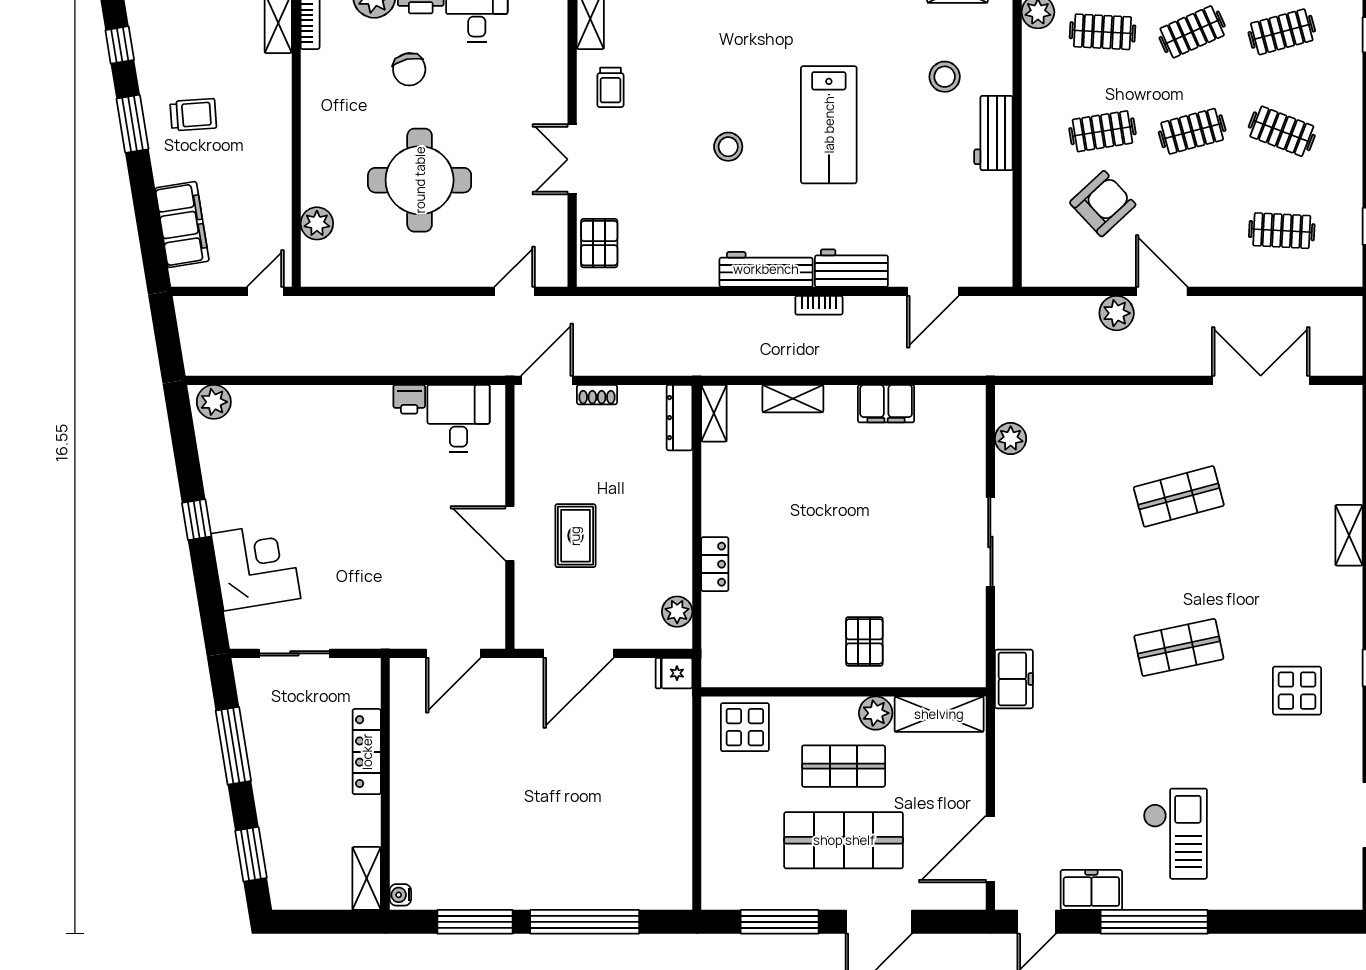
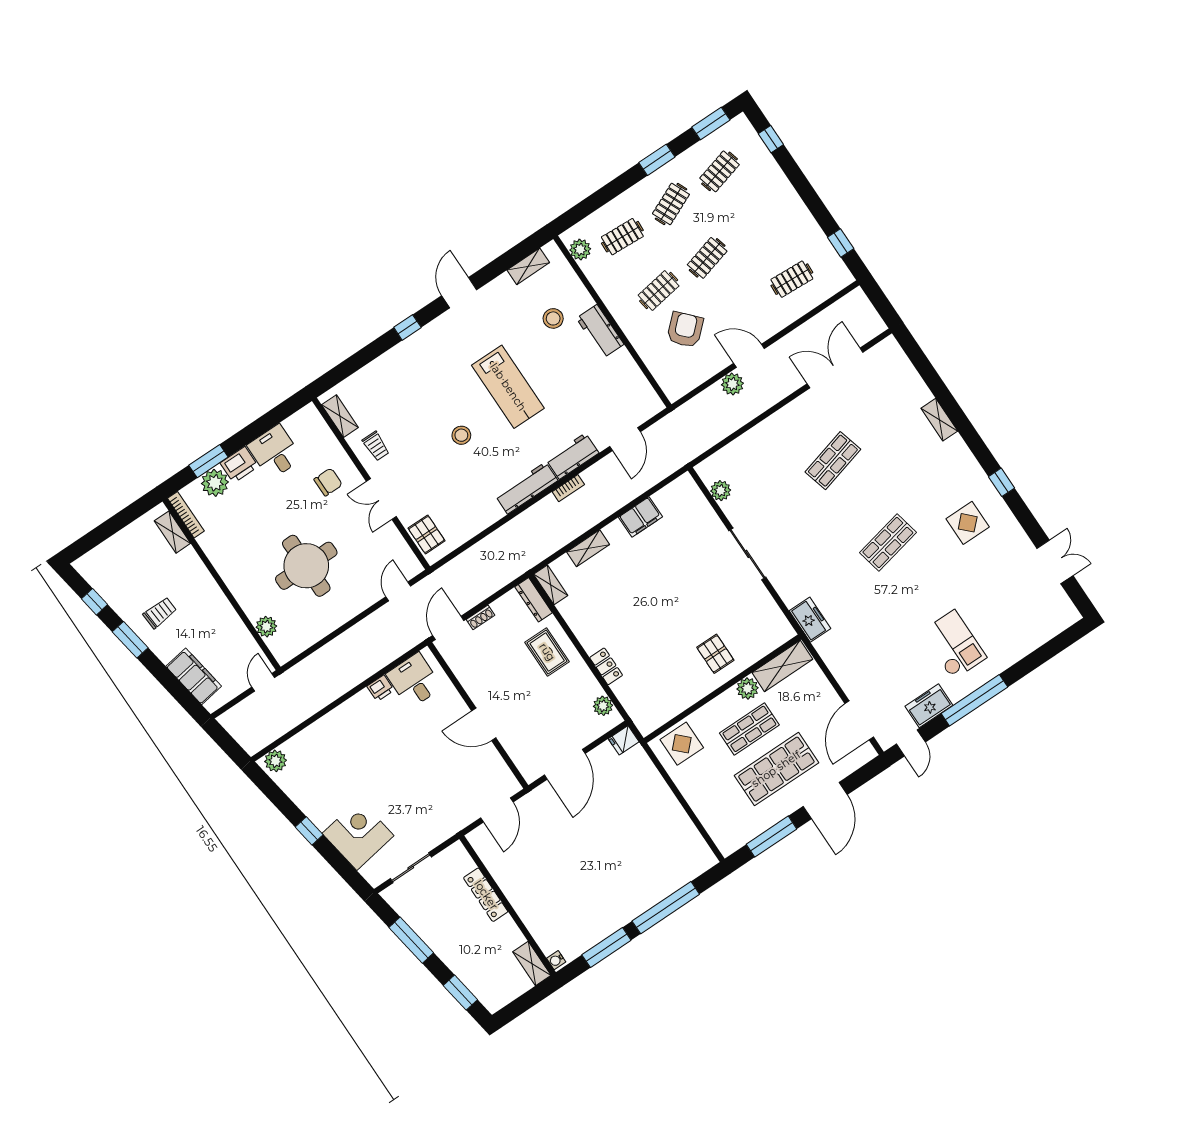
chair: (409, 69) -> (328, 482), moved, turned -77
clothes rail: (1282, 131) -> (756, 225), removed
rug: (575, 536) -> (547, 652), moved

